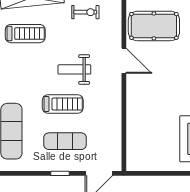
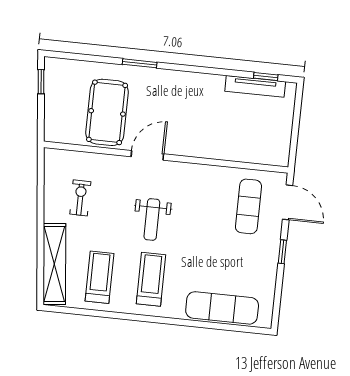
treadmill: (63, 104) -> (151, 279), moved
exercise mat: (65, 141) -> (248, 206), moved

